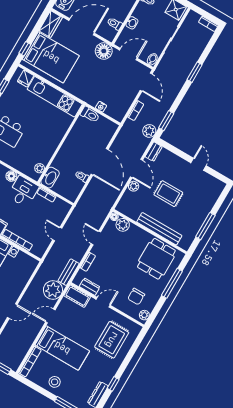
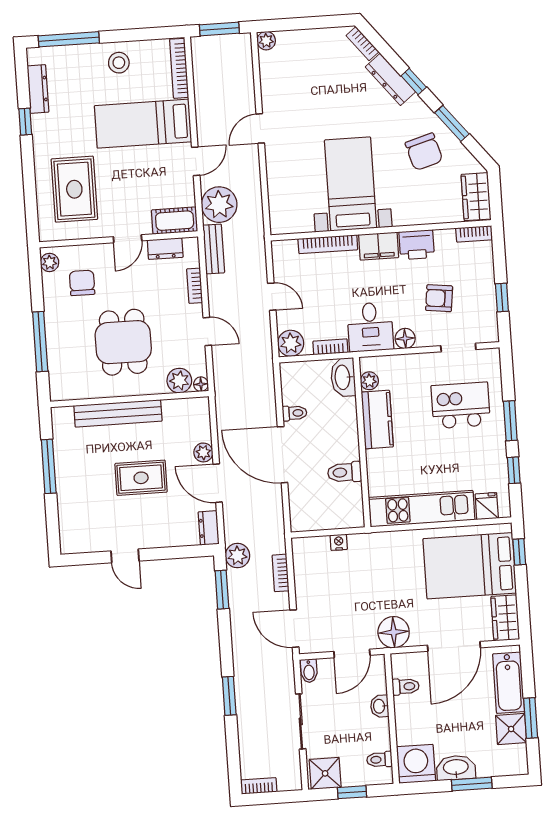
toilet: (90, 114) -> (345, 472), moved
kitchen counter: (48, 149) -> (377, 420), added
plant: (63, 208) -> (291, 343), added
dining table: (156, 259) -> (123, 342), moved

